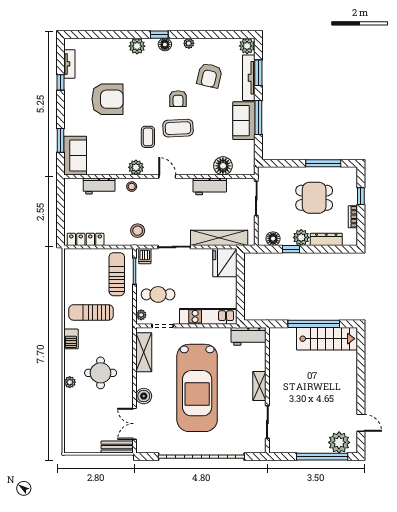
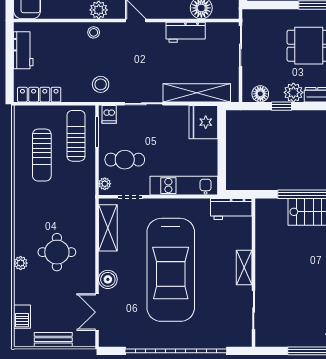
workbench: (99, 186) -> (23, 50), moved, turned -90
sun lounger: (91, 312) -> (42, 155), moved, turned -90
barbecue: (71, 339) -> (22, 317), moved
bench: (117, 447) -> (53, 340), moved

